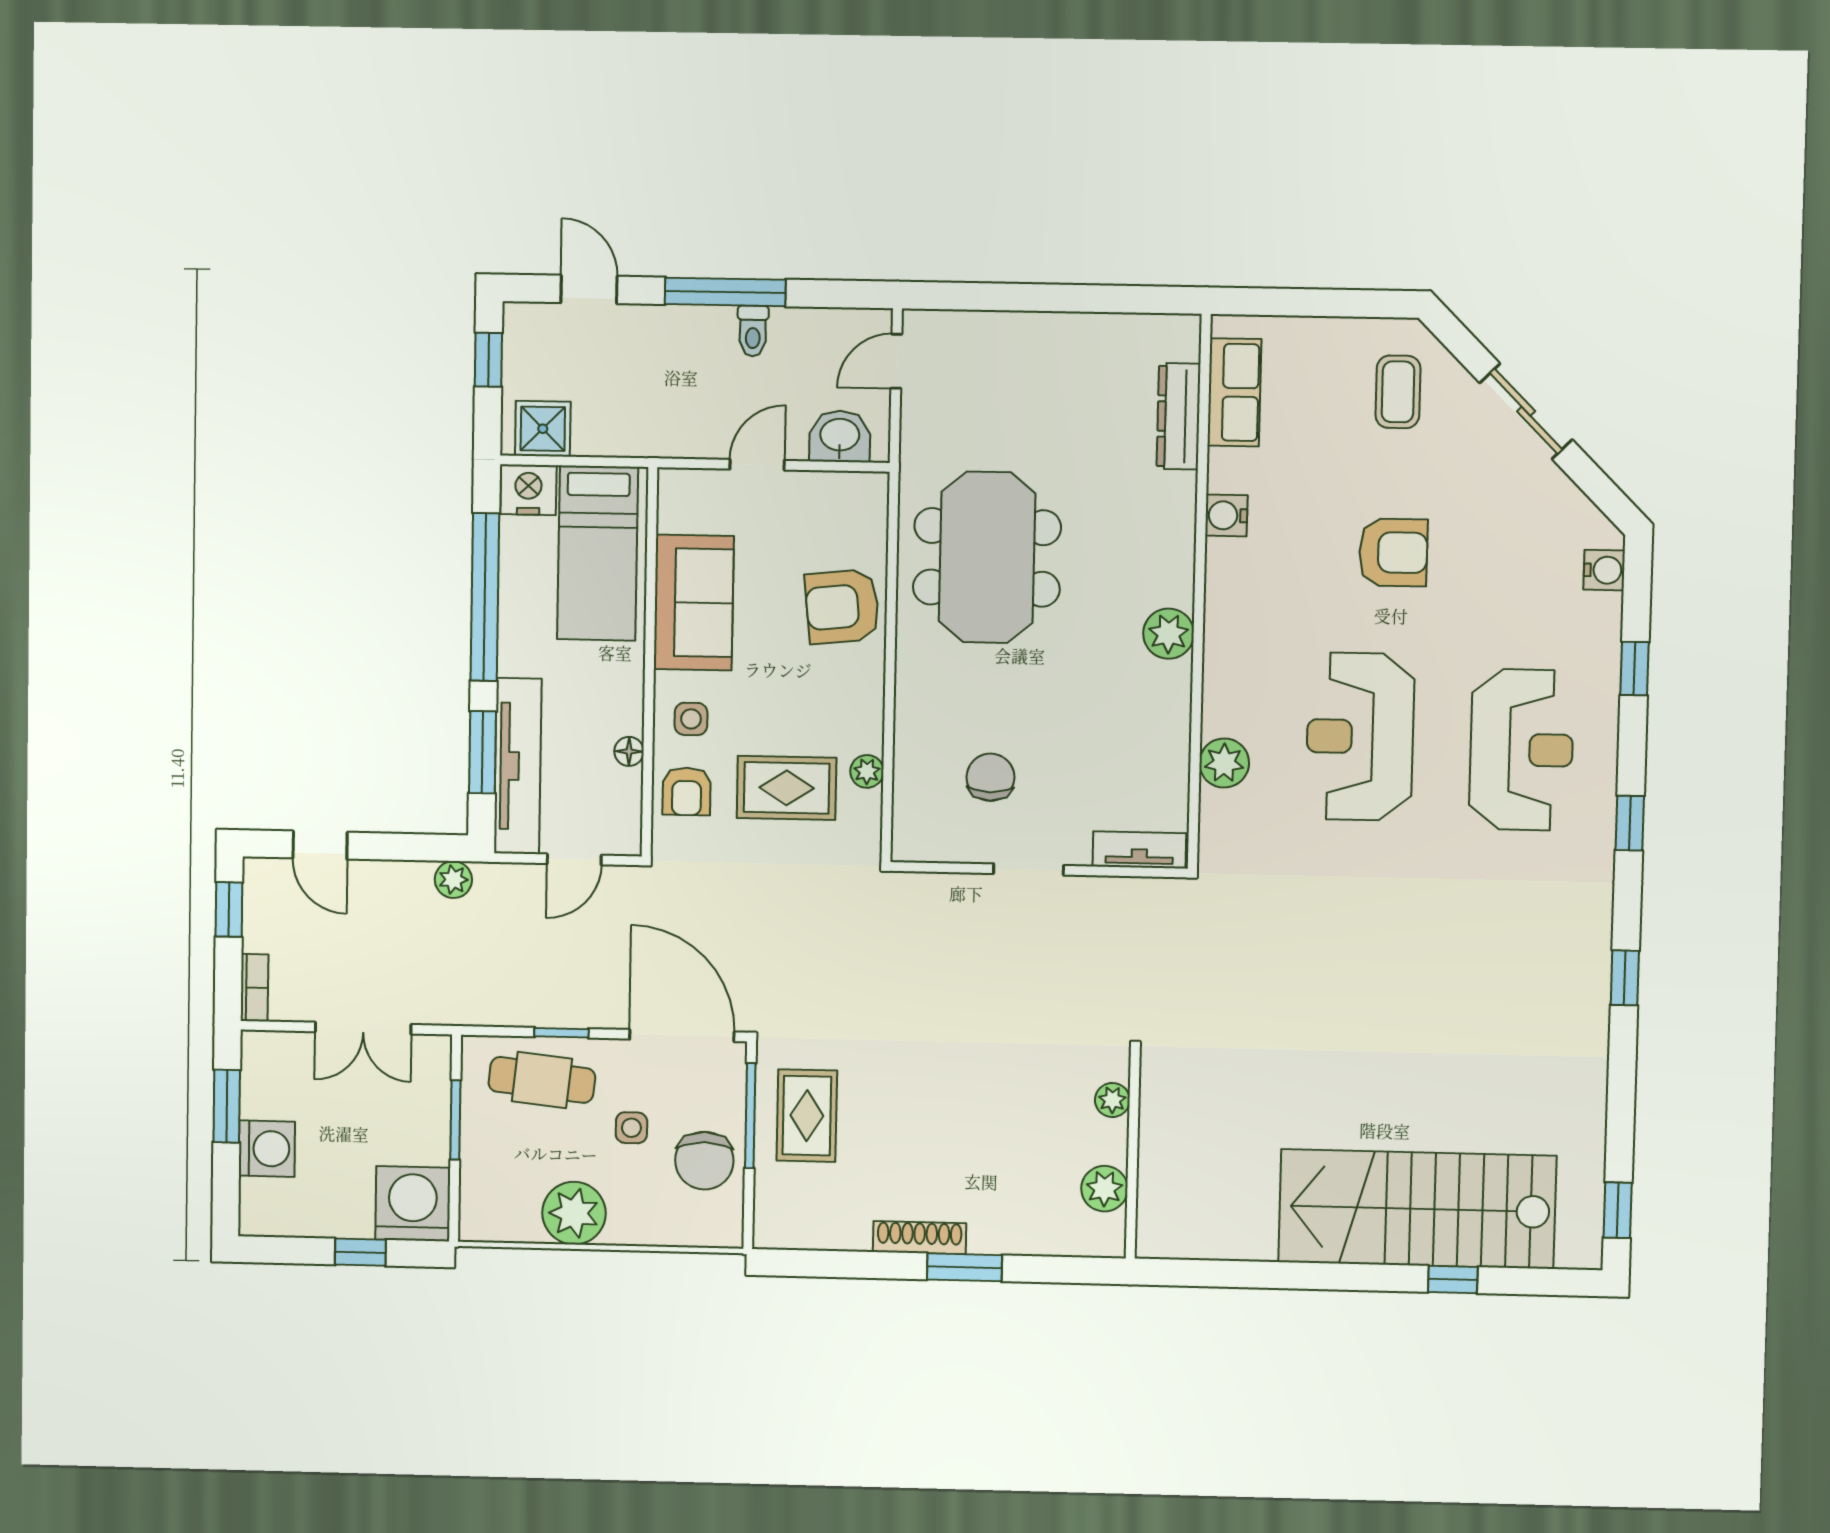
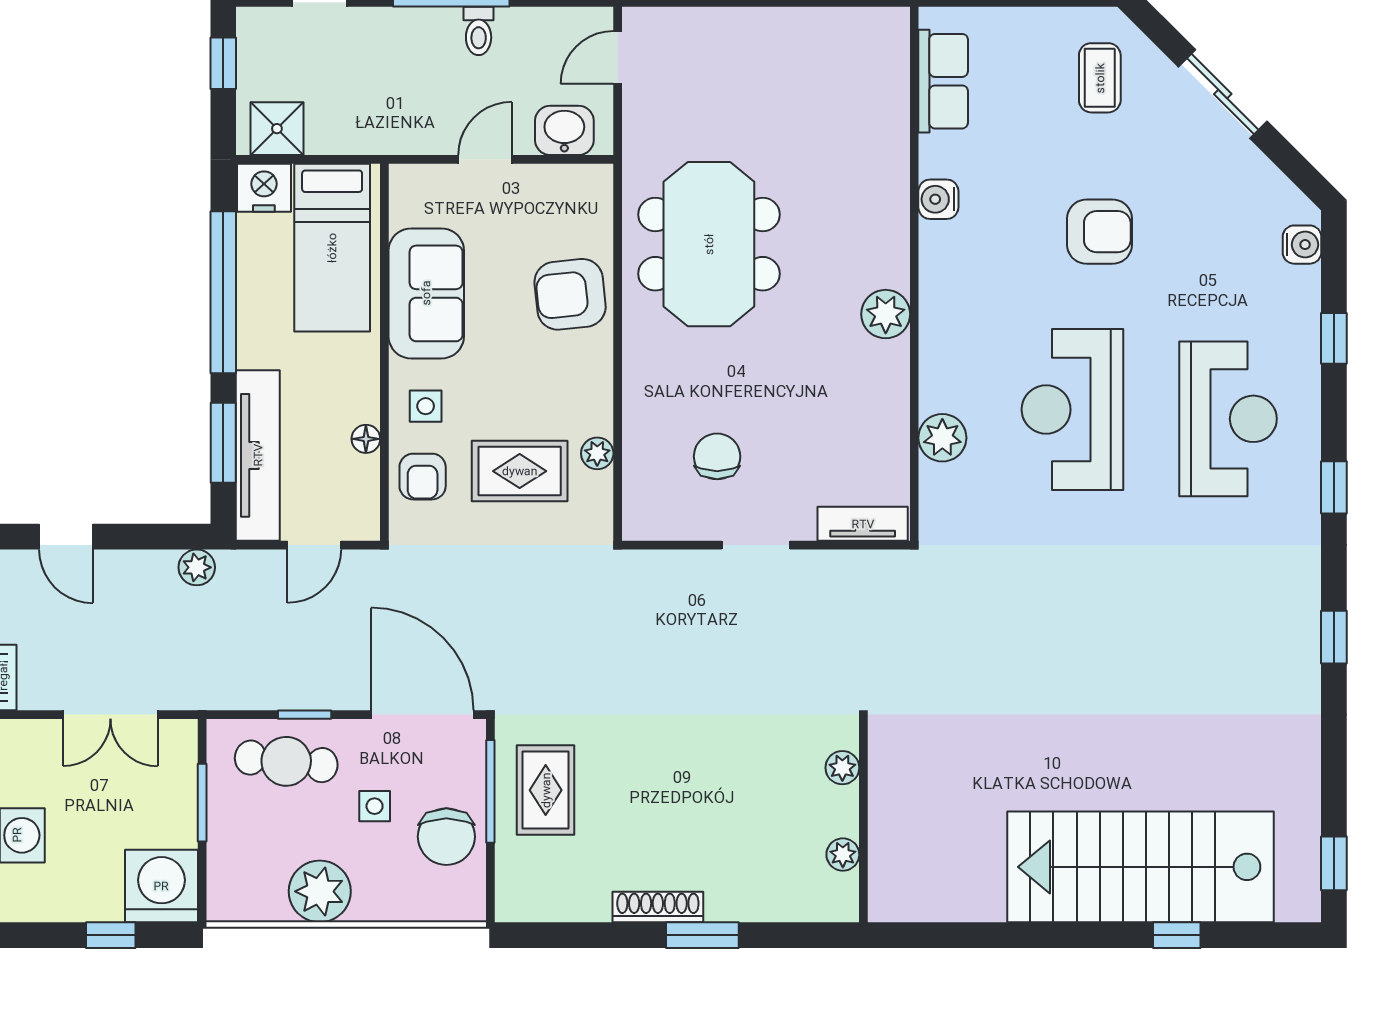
dresser: (1179, 416) -> (890, 105), removed
plant: (1104, 1189) -> (843, 855), width x0.73, depth x0.73

